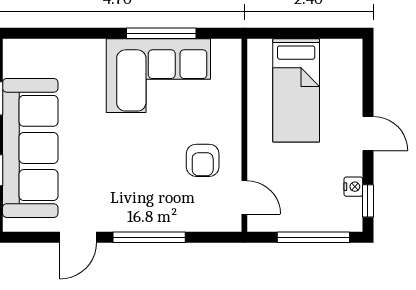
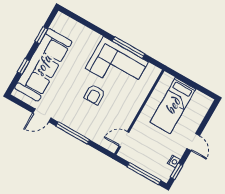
armchair: (203, 160) -> (95, 94), moved
door: (244, 197) -> (124, 139), swing flipped

